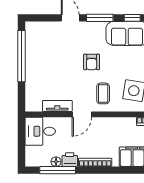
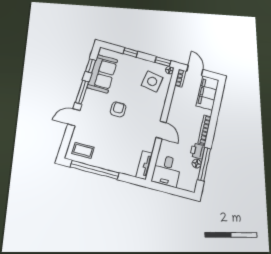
armchair: (92, 62) -> (118, 109), turned -90
coffee table: (103, 93) -> (83, 150), moved
tv unit: (57, 106) -> (144, 165), moved

